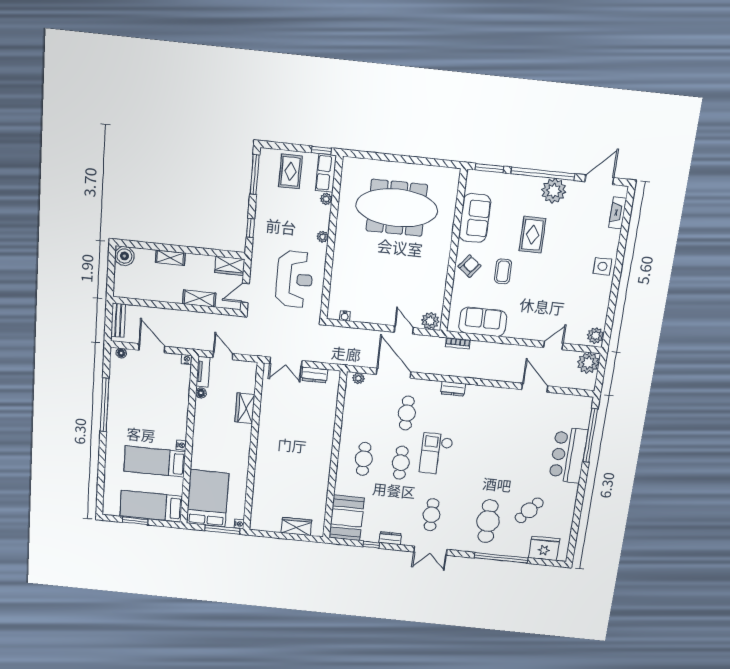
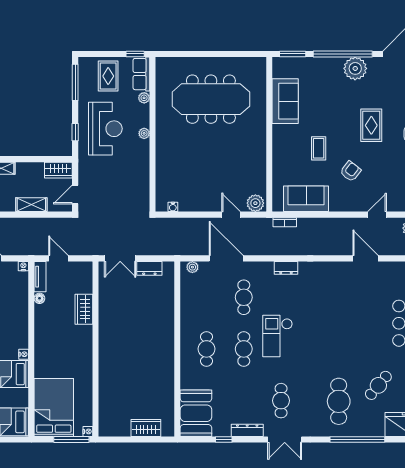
rug: (532, 235) -> (371, 125), moved
armchair: (469, 266) -> (351, 171), moved
reception desk: (294, 279) -> (105, 129), moved
dresser: (390, 538) -> (247, 430), width x1.44

